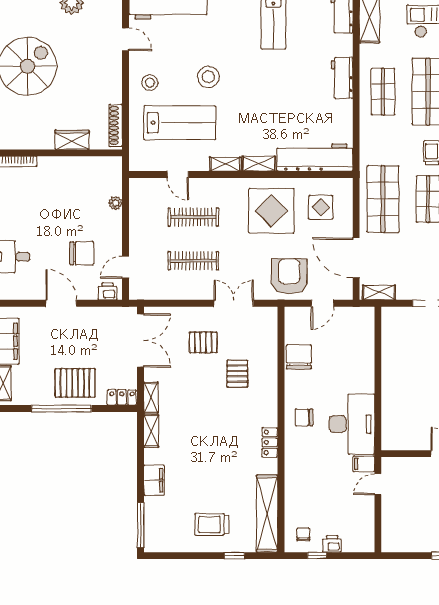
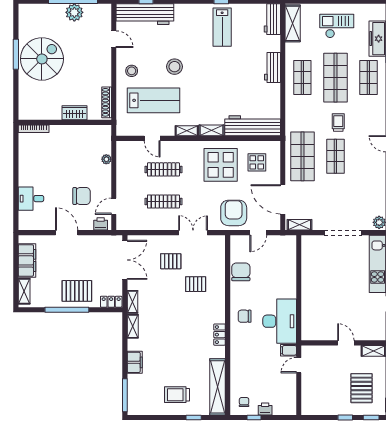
pallet: (237, 374) -> (196, 284), turned 90

